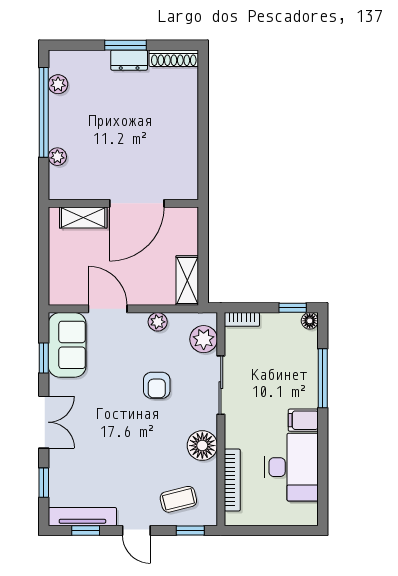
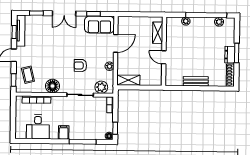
bench: (188, 134) -> (196, 81), added
door: (137, 203) -> (164, 57), width x0.53
desk: (291, 467) -> (38, 127), width x0.73

